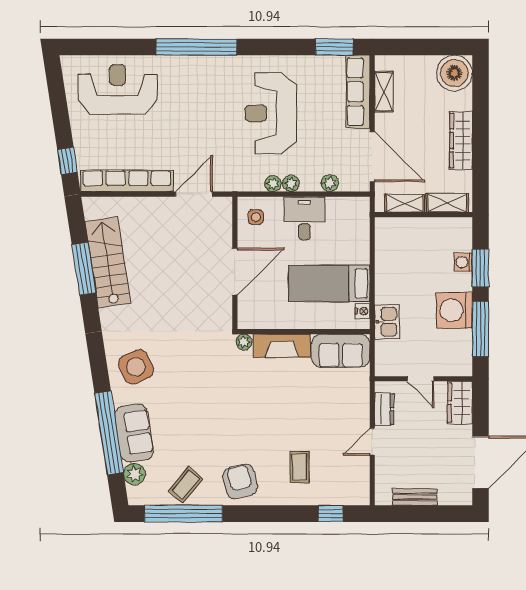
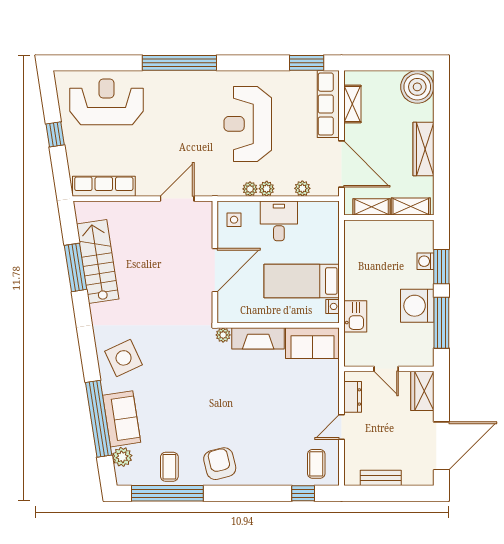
window: (67, 161) -> (55, 134), moved
row of seats: (127, 181) -> (104, 186), width x0.73
coffee table: (300, 467) -> (316, 464), moved
coffee table: (186, 485) -> (169, 467), turned -40

